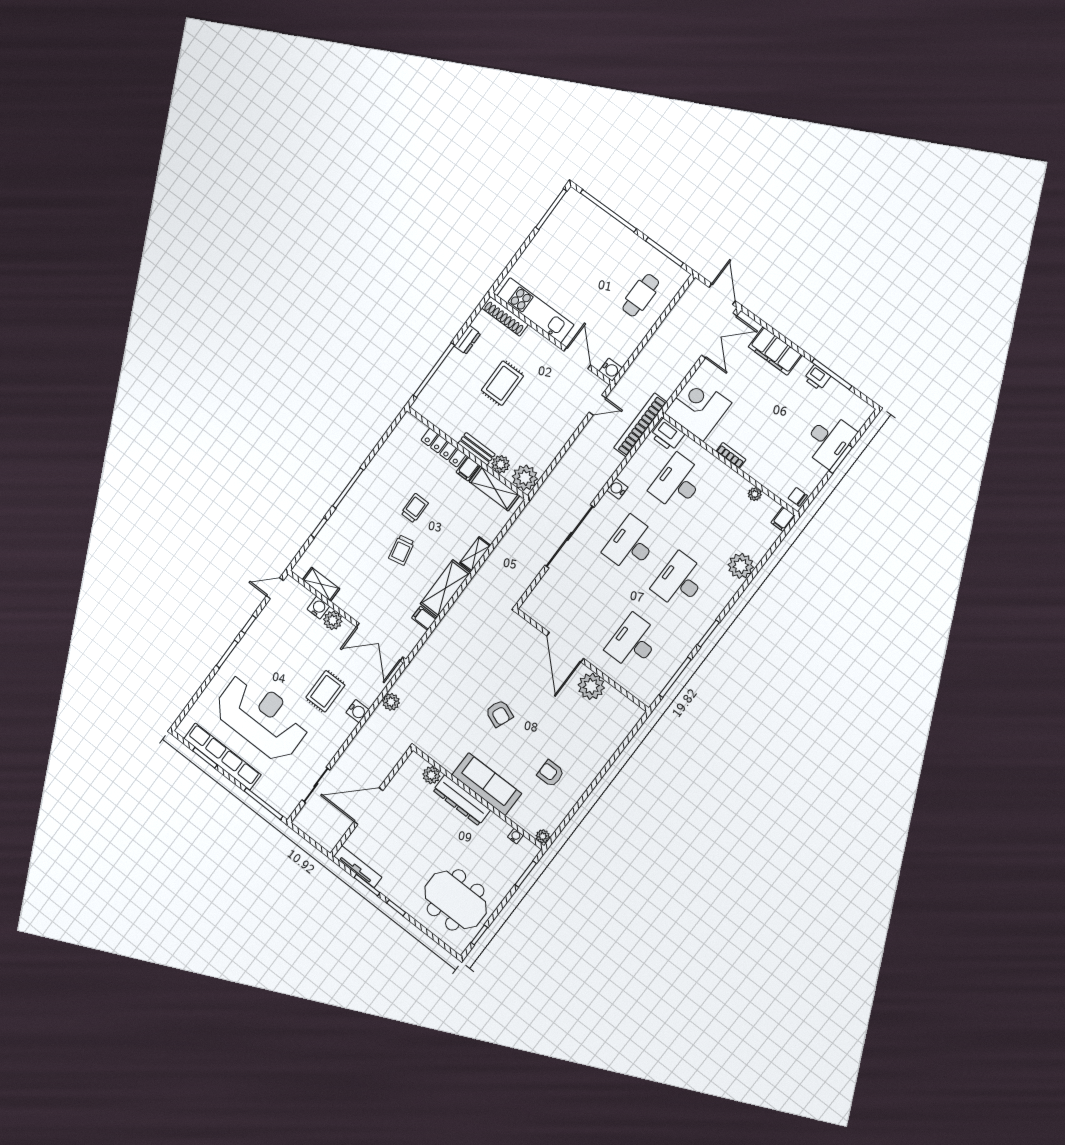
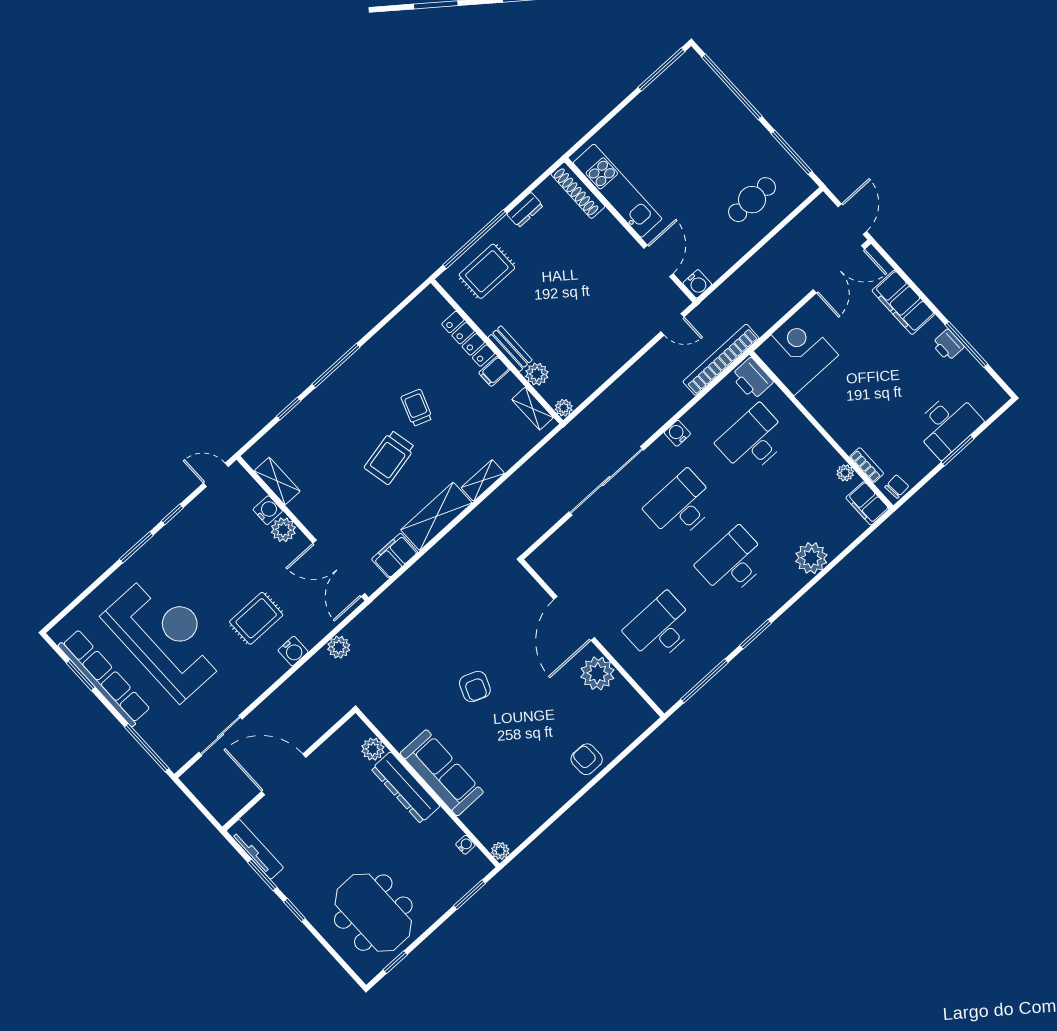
rug: (502, 383) -> (487, 271), moved
bookcase: (731, 455) -> (867, 465), moved
plant: (525, 478) -> (564, 408), width x0.53, depth x0.53
shelving: (494, 489) -> (532, 409), width x0.67, depth x0.75
chair: (798, 497) -> (897, 487), turned 85
trolley: (415, 508) -> (417, 408), turned -70
filing cabinet: (783, 519) -> (867, 503), width x2.00
trolley: (402, 550) -> (390, 457), width x1.36, depth x1.39
filing cabinet: (424, 618) -> (395, 556), width x2.00
armchair: (551, 773) -> (587, 759), moved

